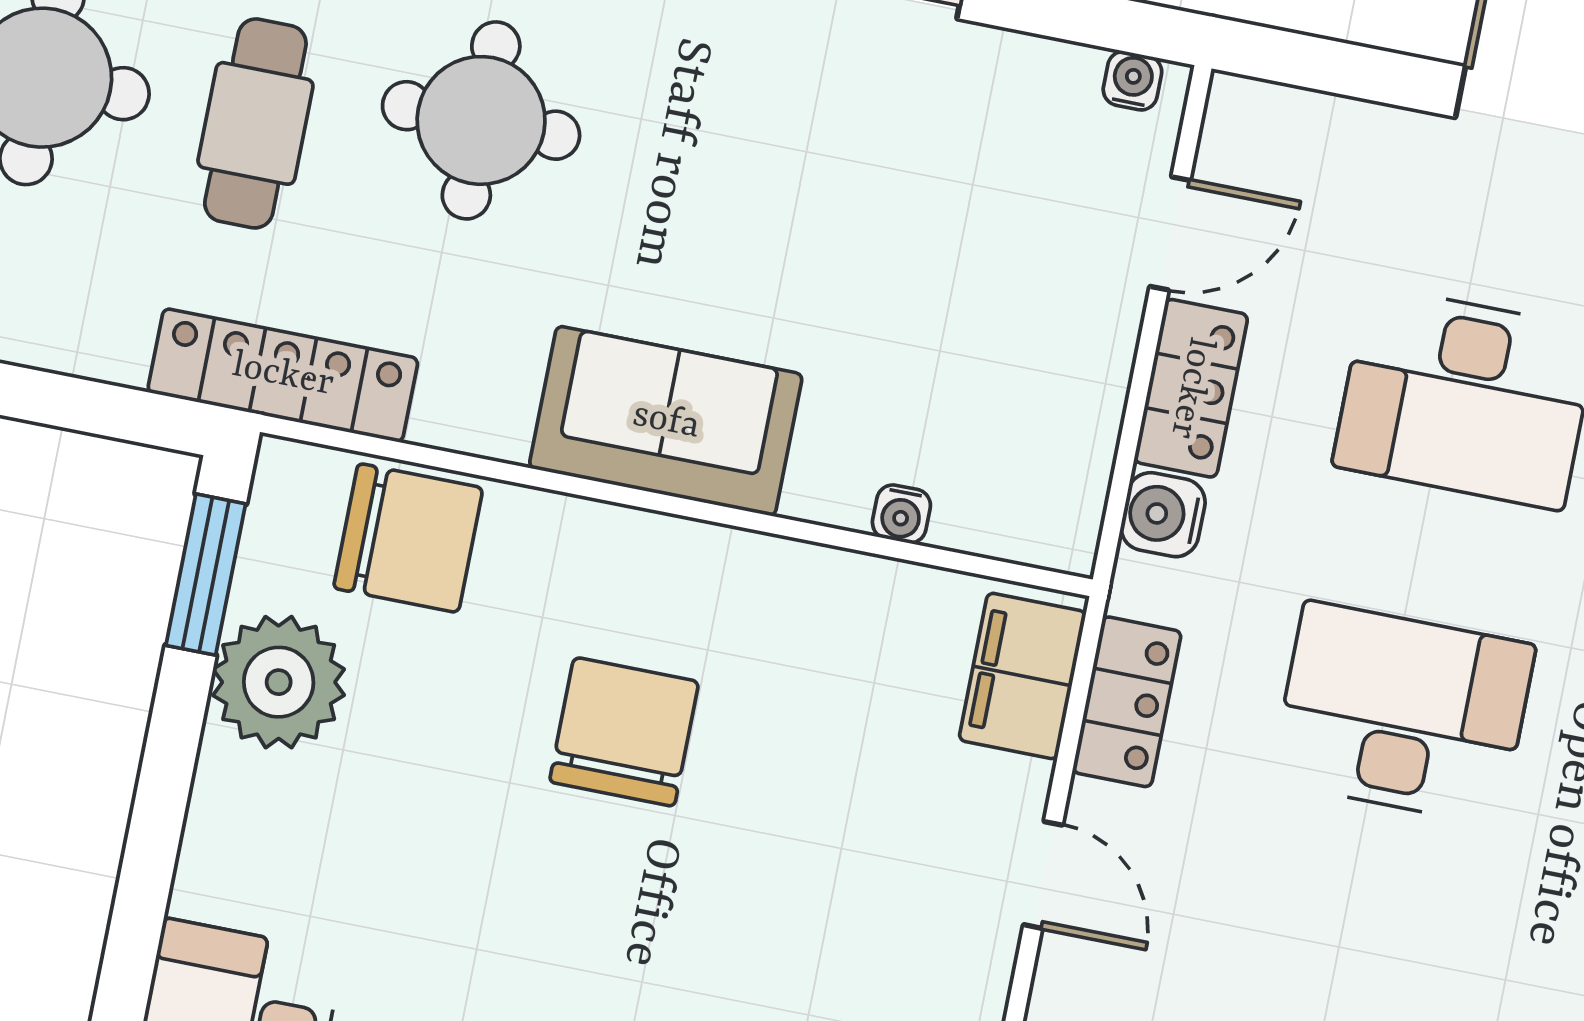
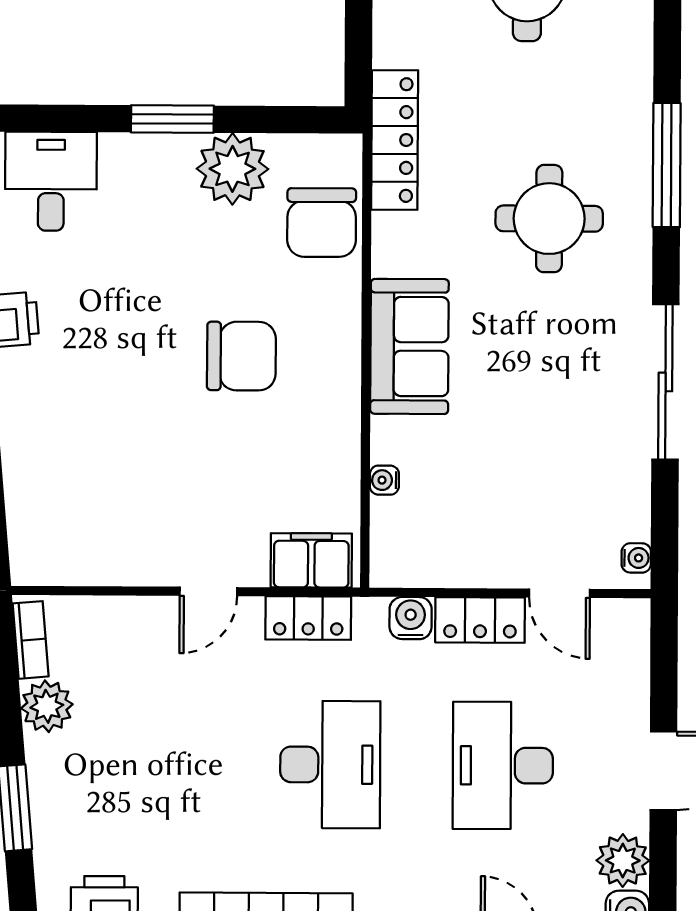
cafe table: (255, 123) -> (525, 100), removed
window: (206, 575) -> (172, 119), moved

